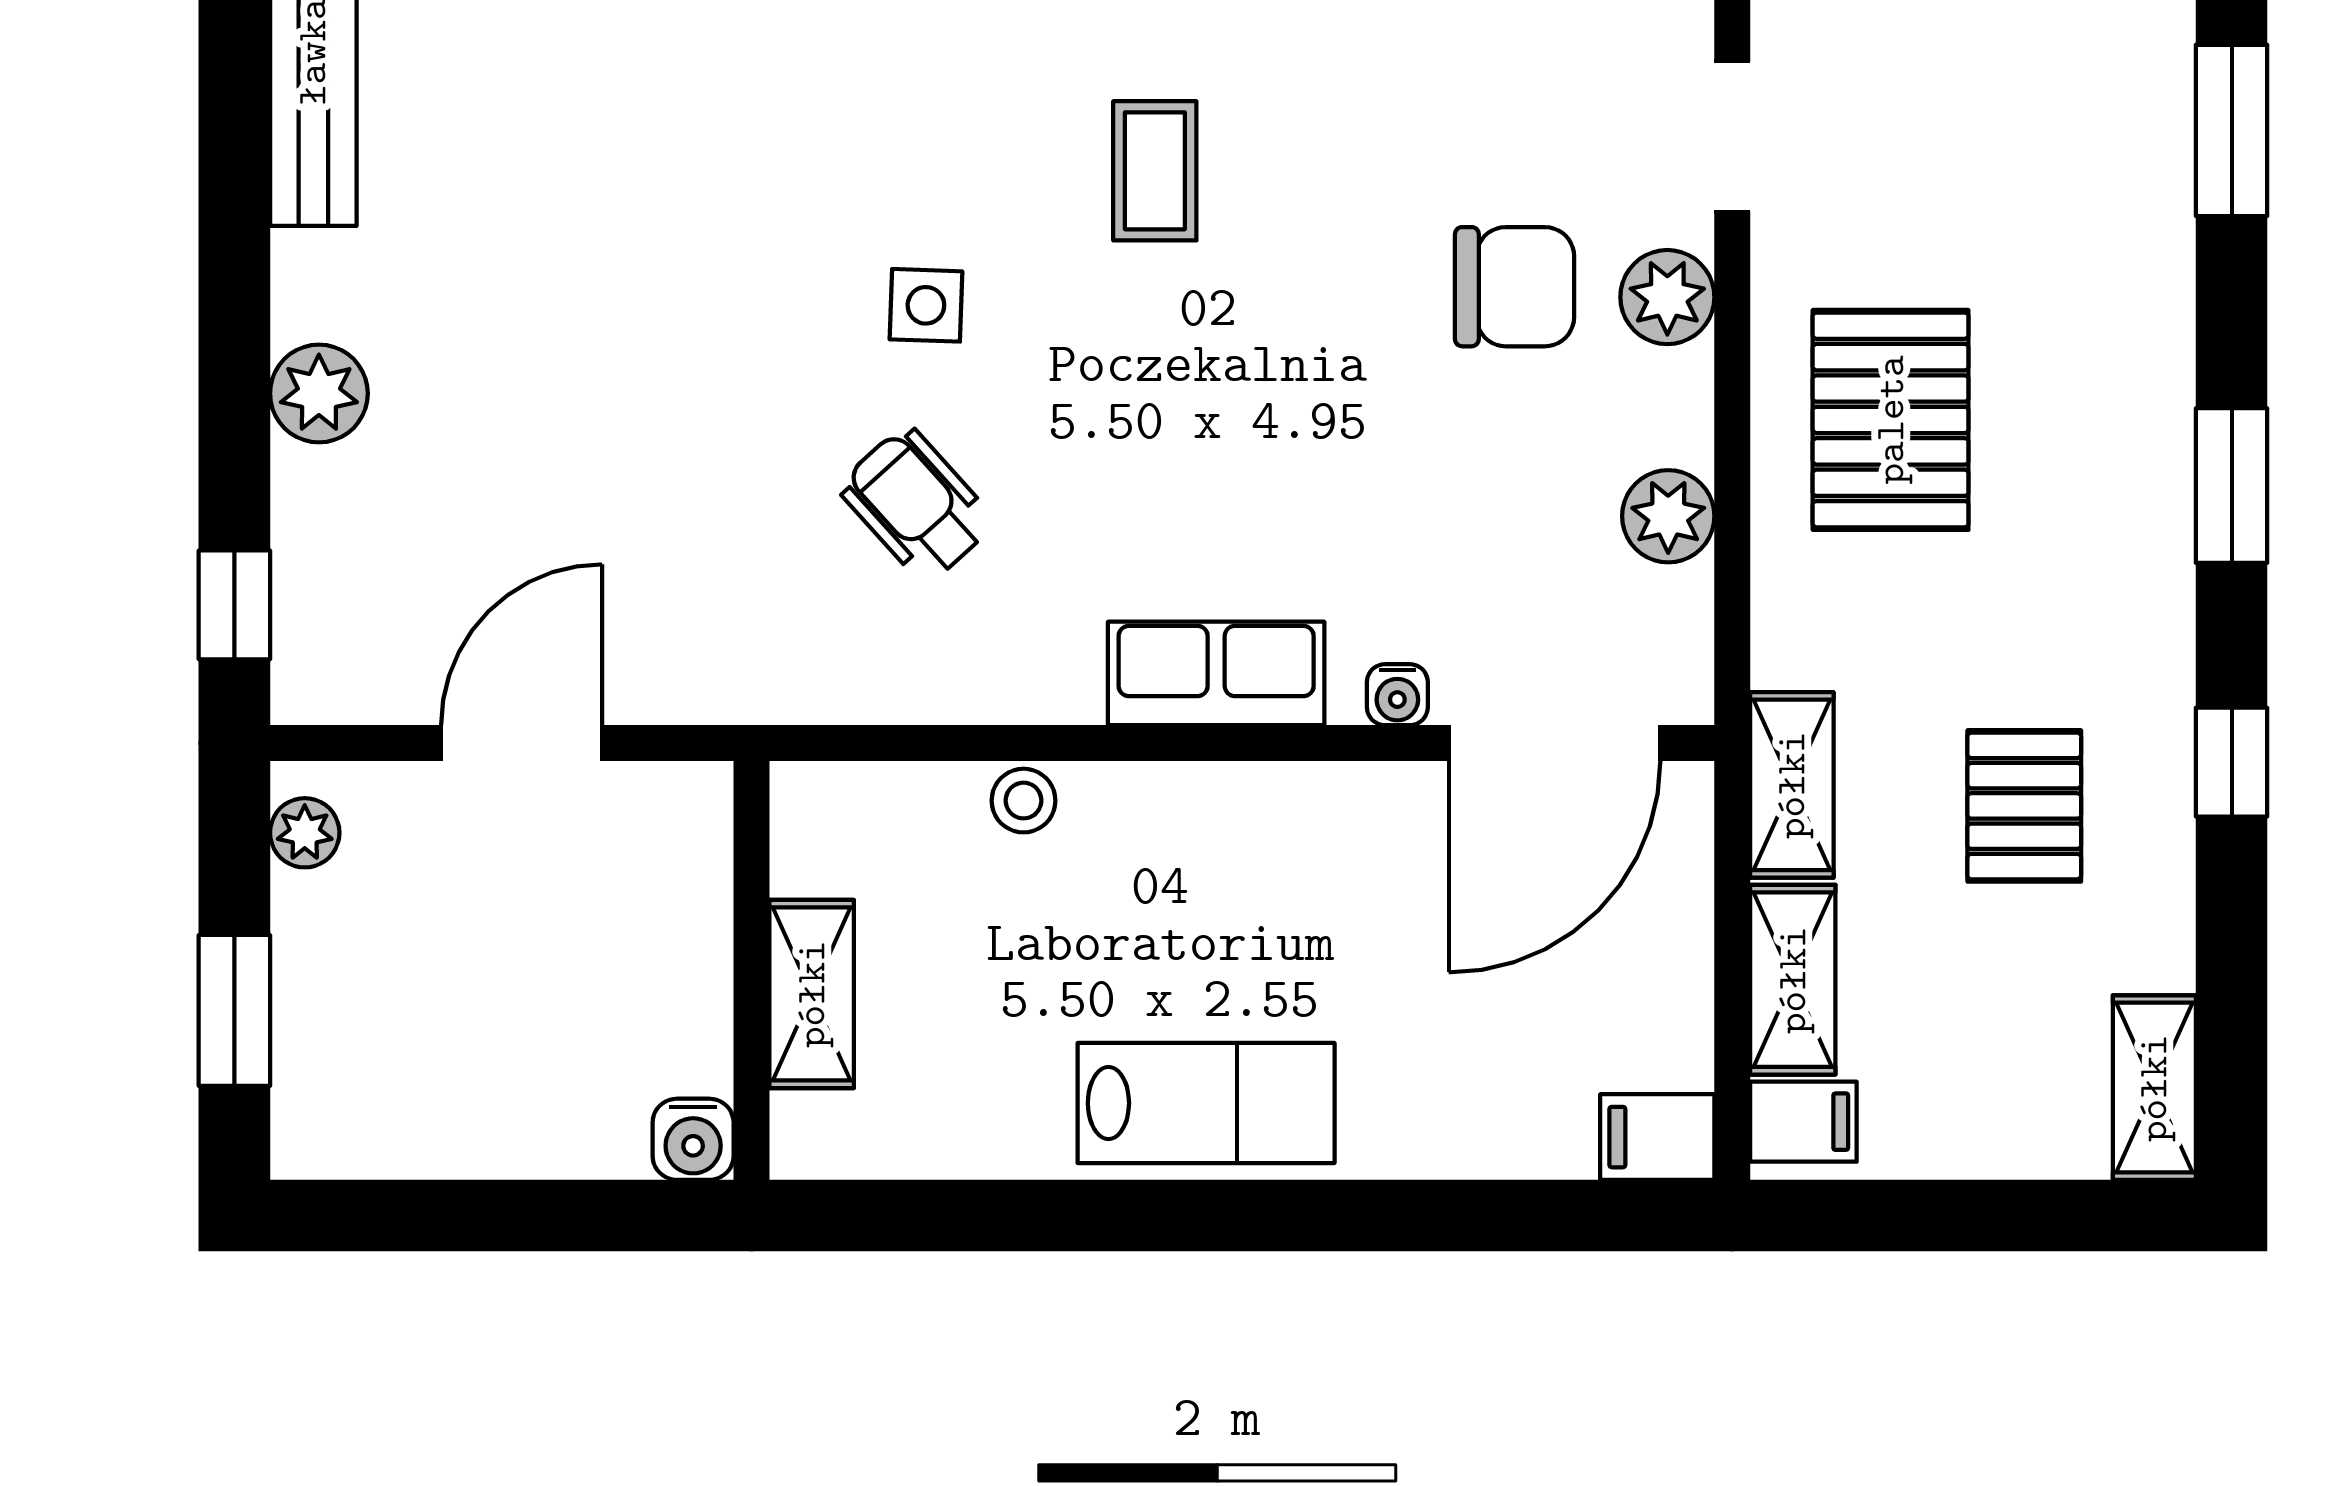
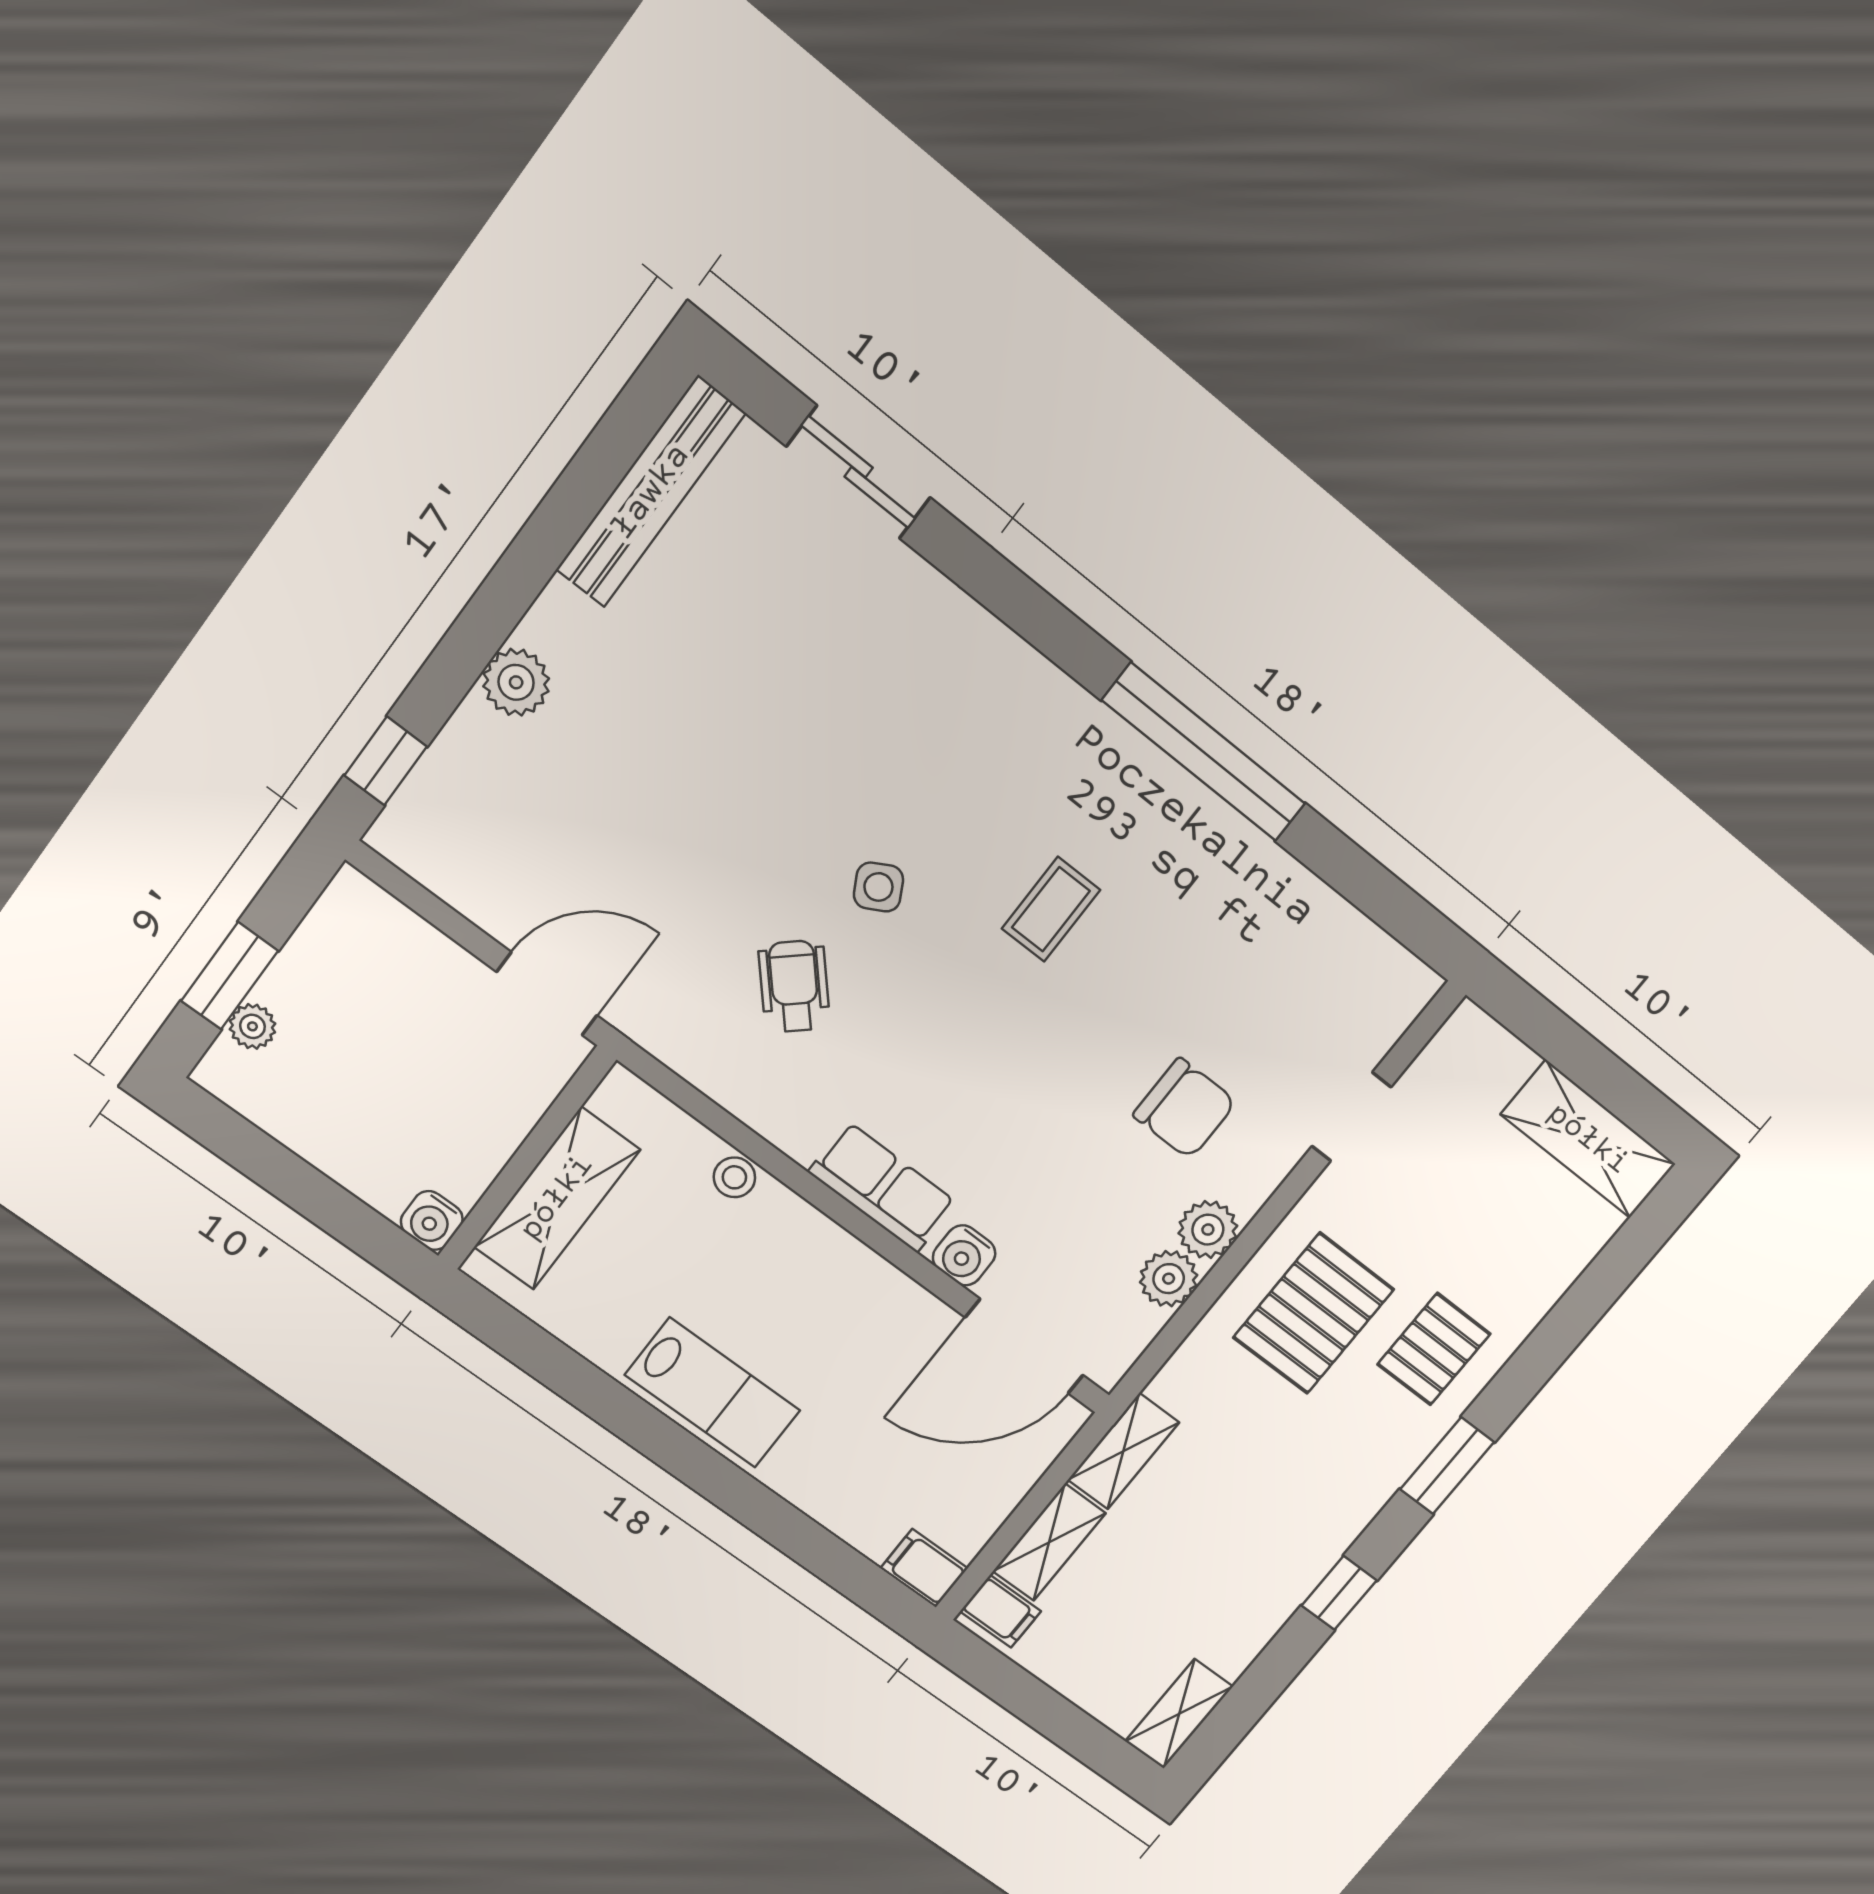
window: (2232, 130) -> (1589, 1299), removed
plant: (1667, 297) -> (1208, 1230), moved
side table: (926, 305) -> (878, 887), turned -31
water cooler: (1397, 695) -> (964, 1255), width x1.38, depth x1.38
door: (522, 743) -> (547, 994), moved
pallet: (2024, 806) -> (1434, 1349), moved
plant: (305, 833) -> (252, 1026), moved
shelving: (812, 994) -> (557, 1198), width x1.50, depth x1.33

